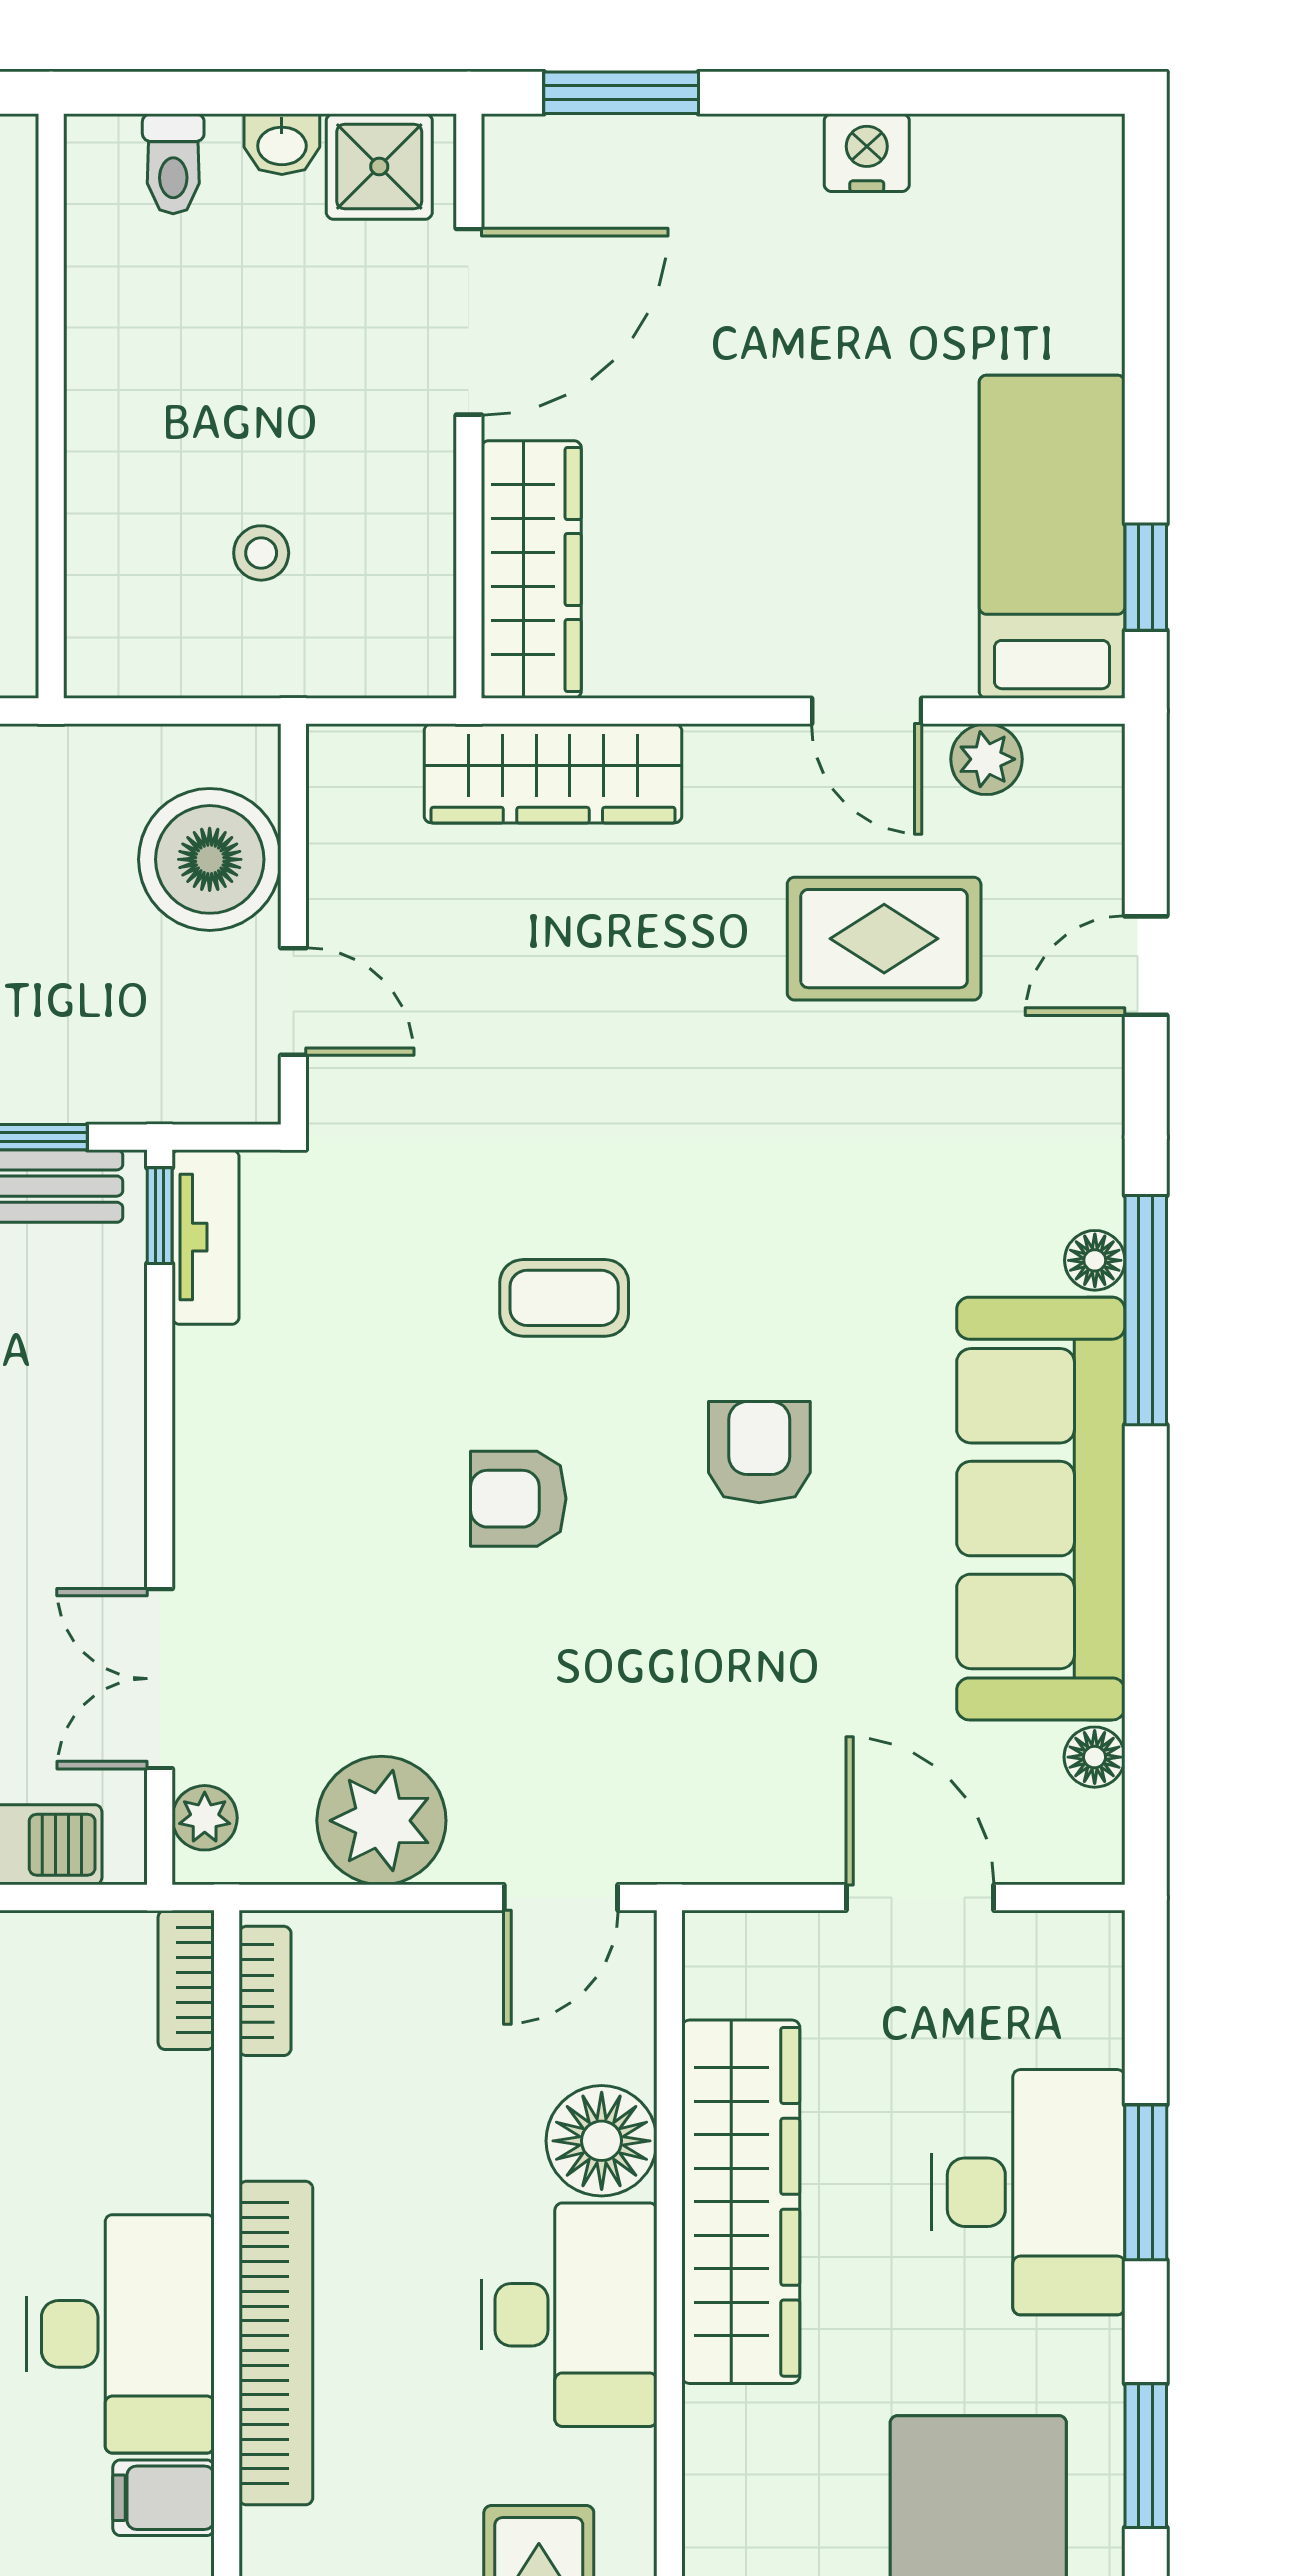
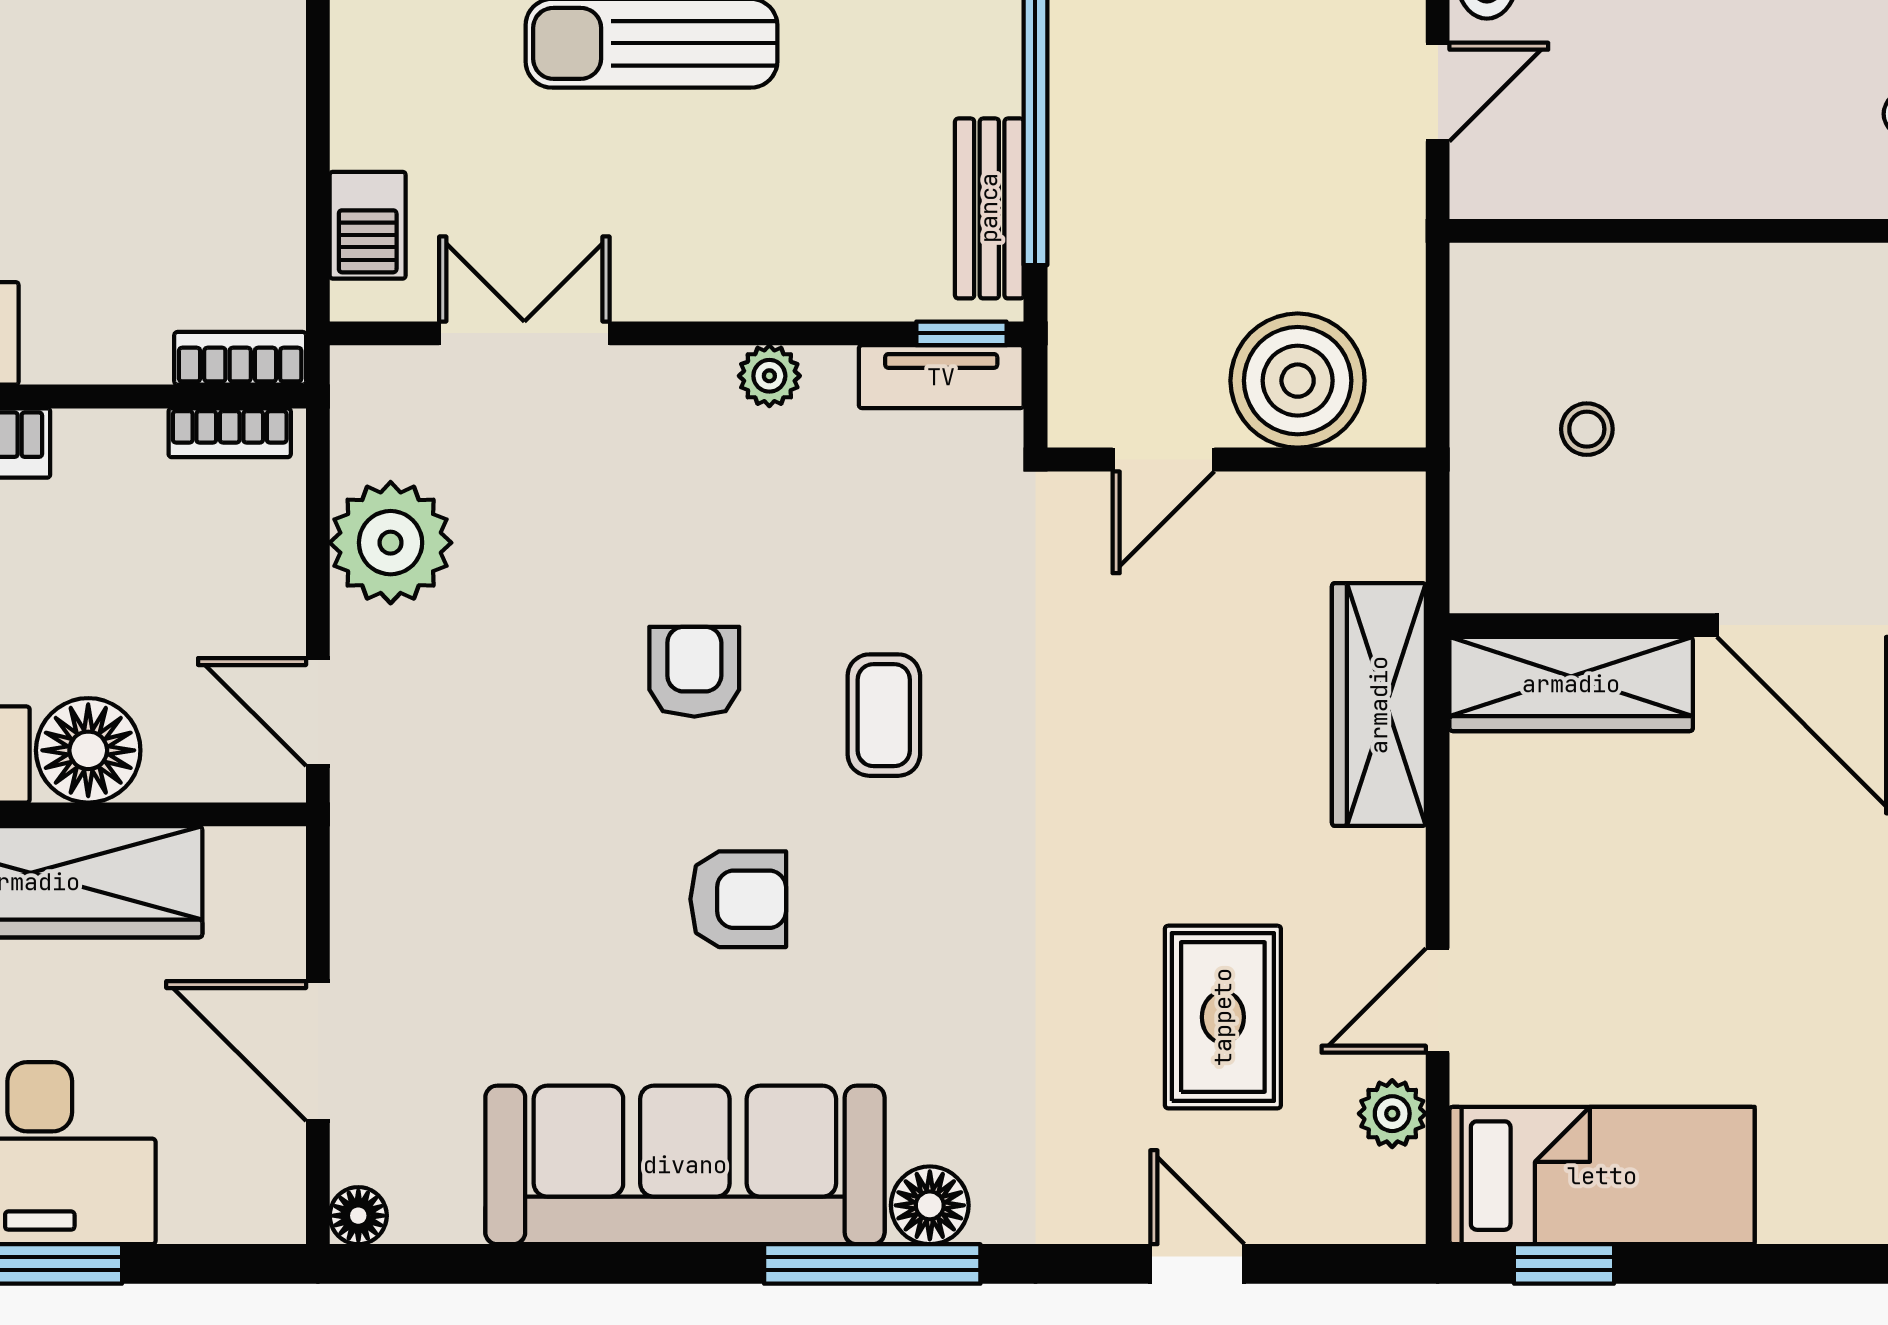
floor lamp: (1095, 1260) -> (930, 1205), width x1.37, depth x1.37
floor lamp: (1095, 1757) -> (358, 1216), moved
plant: (205, 1818) -> (769, 376), moved
door: (920, 1898) -> (318, 1051), swing flipped

